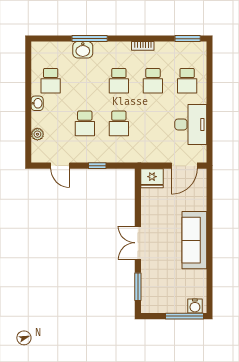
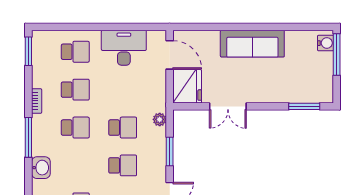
window: (90, 39) -> (28, 137), moved
plant: (126, 157) -> (160, 119), added
window: (97, 166) -> (170, 152), width x1.50
fridge: (152, 178) -> (187, 86), width x1.36, depth x1.34
double door: (138, 243) -> (228, 106), moved

